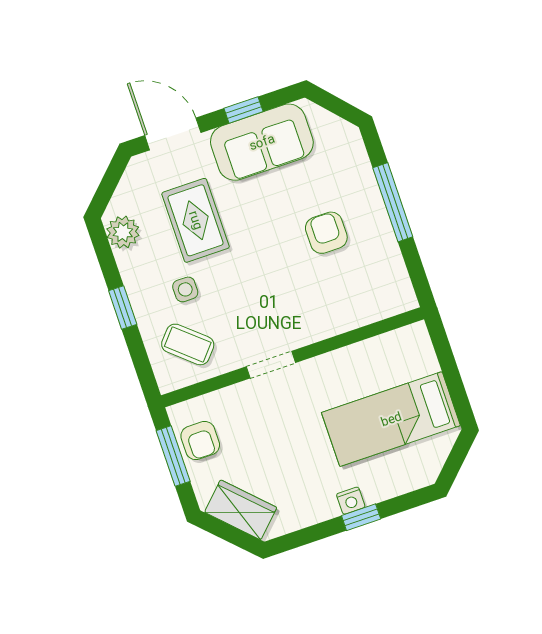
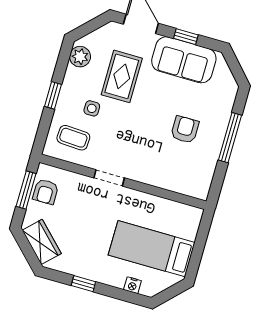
coffee table: (188, 344) -> (73, 138), turned -38
nightstand: (351, 501) -> (132, 285), moved
window: (361, 517) -> (83, 284), moved

